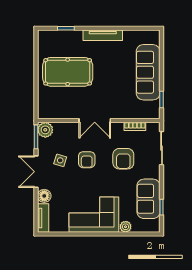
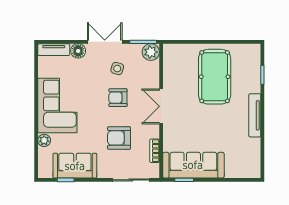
sofa: (148, 72) -> (193, 165), moved

